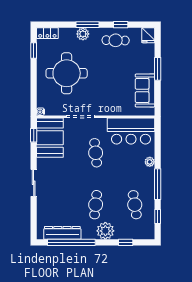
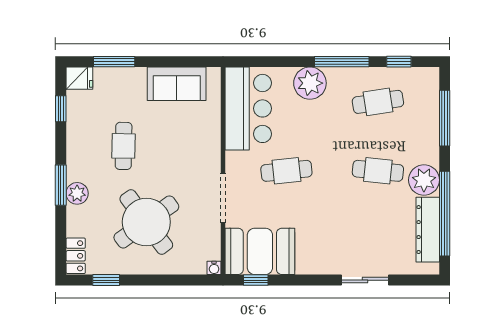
window: (121, 25) -> (61, 109), moved
cafe table: (116, 40) -> (124, 146), moved
window: (158, 69) -> (114, 62), moved
round table: (67, 73) -> (146, 222), turned -36
plant: (150, 162) -> (310, 83), width x1.88, depth x1.88
sliding door: (34, 183) -> (365, 280), moved
plant: (105, 231) -> (424, 180), moved
window: (126, 242) -> (445, 118), width x2.17

